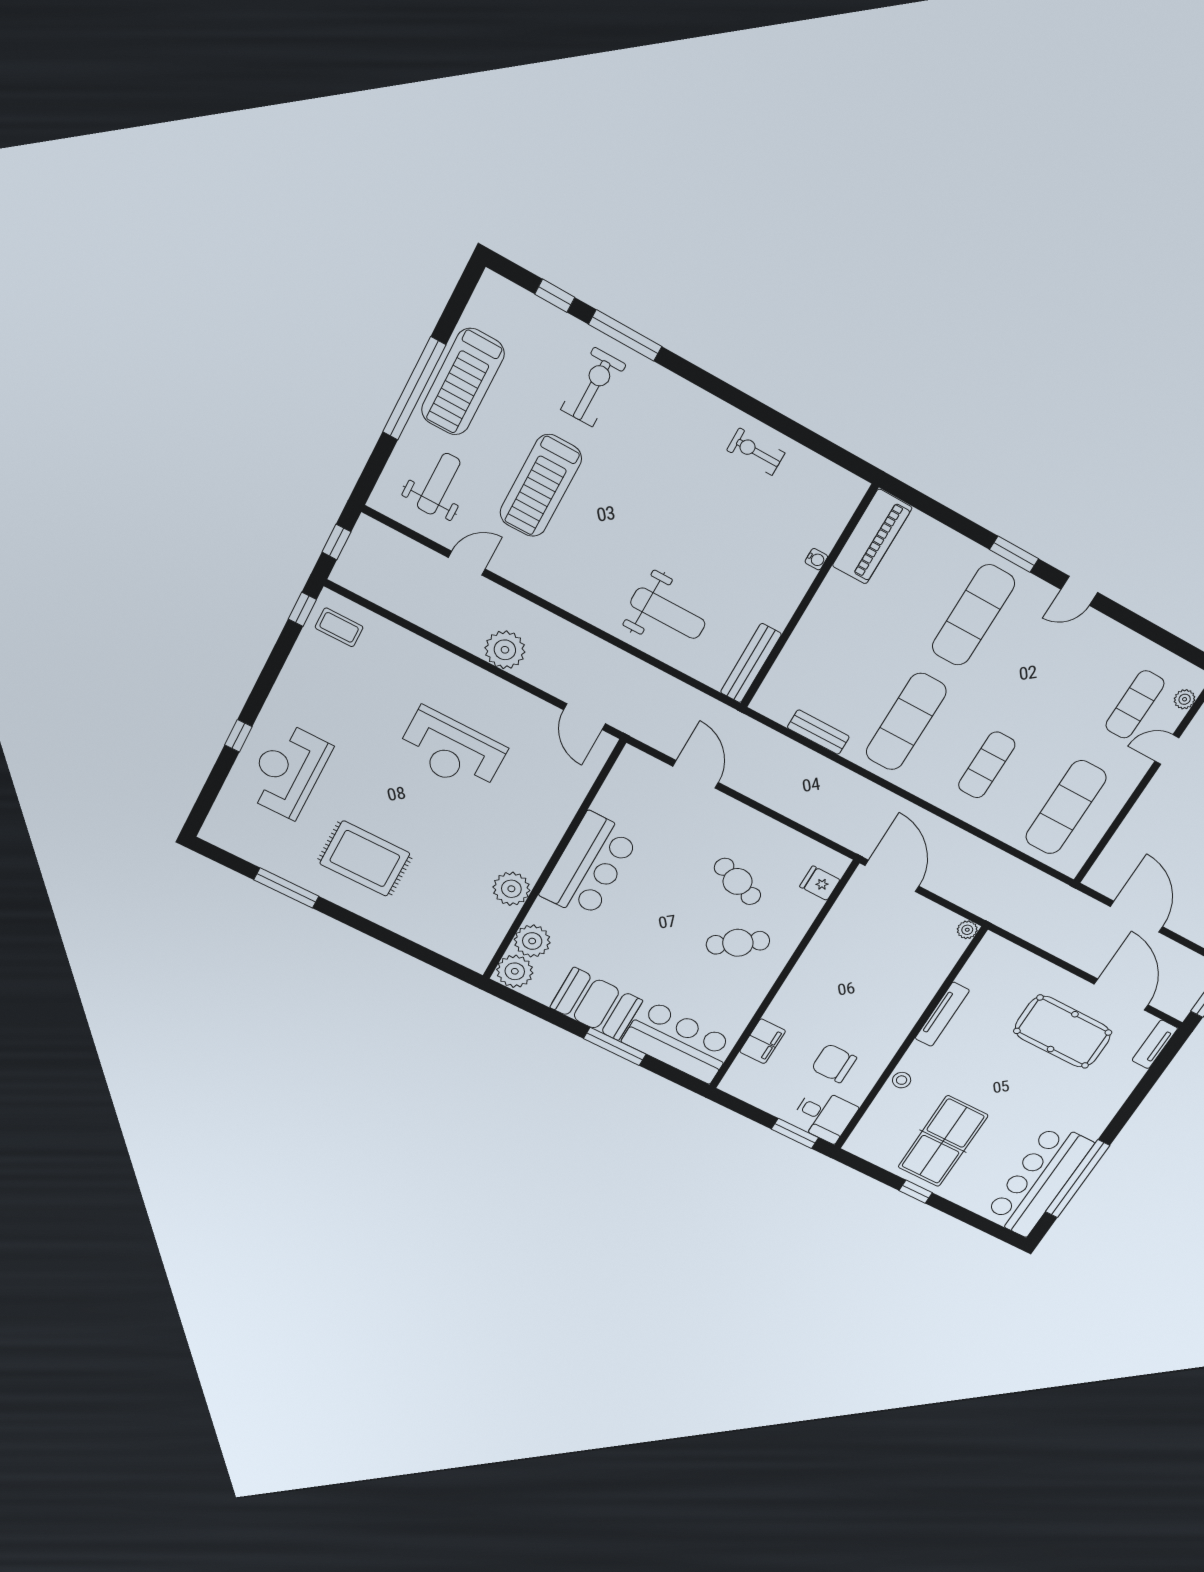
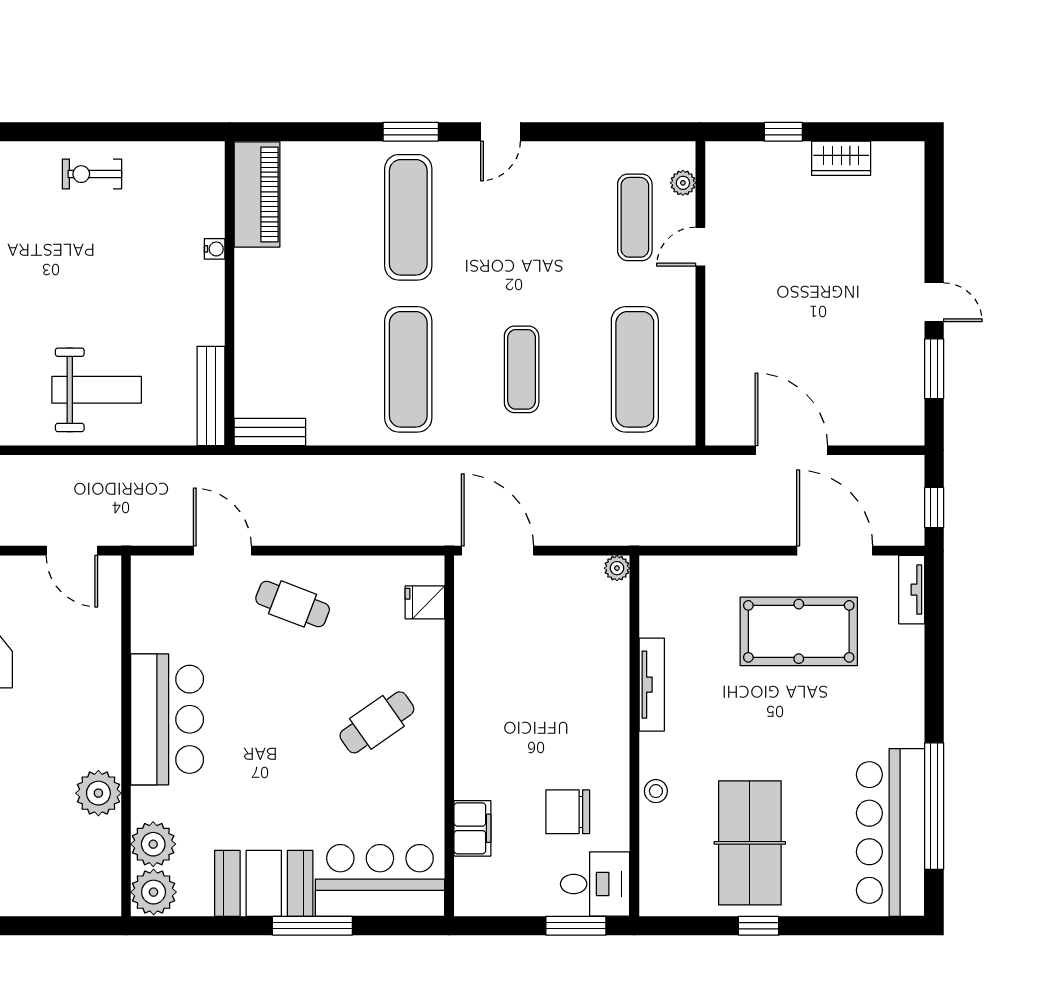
bench: (818, 732) -> (270, 432), moved
cafe table: (738, 881) -> (293, 604), moved

